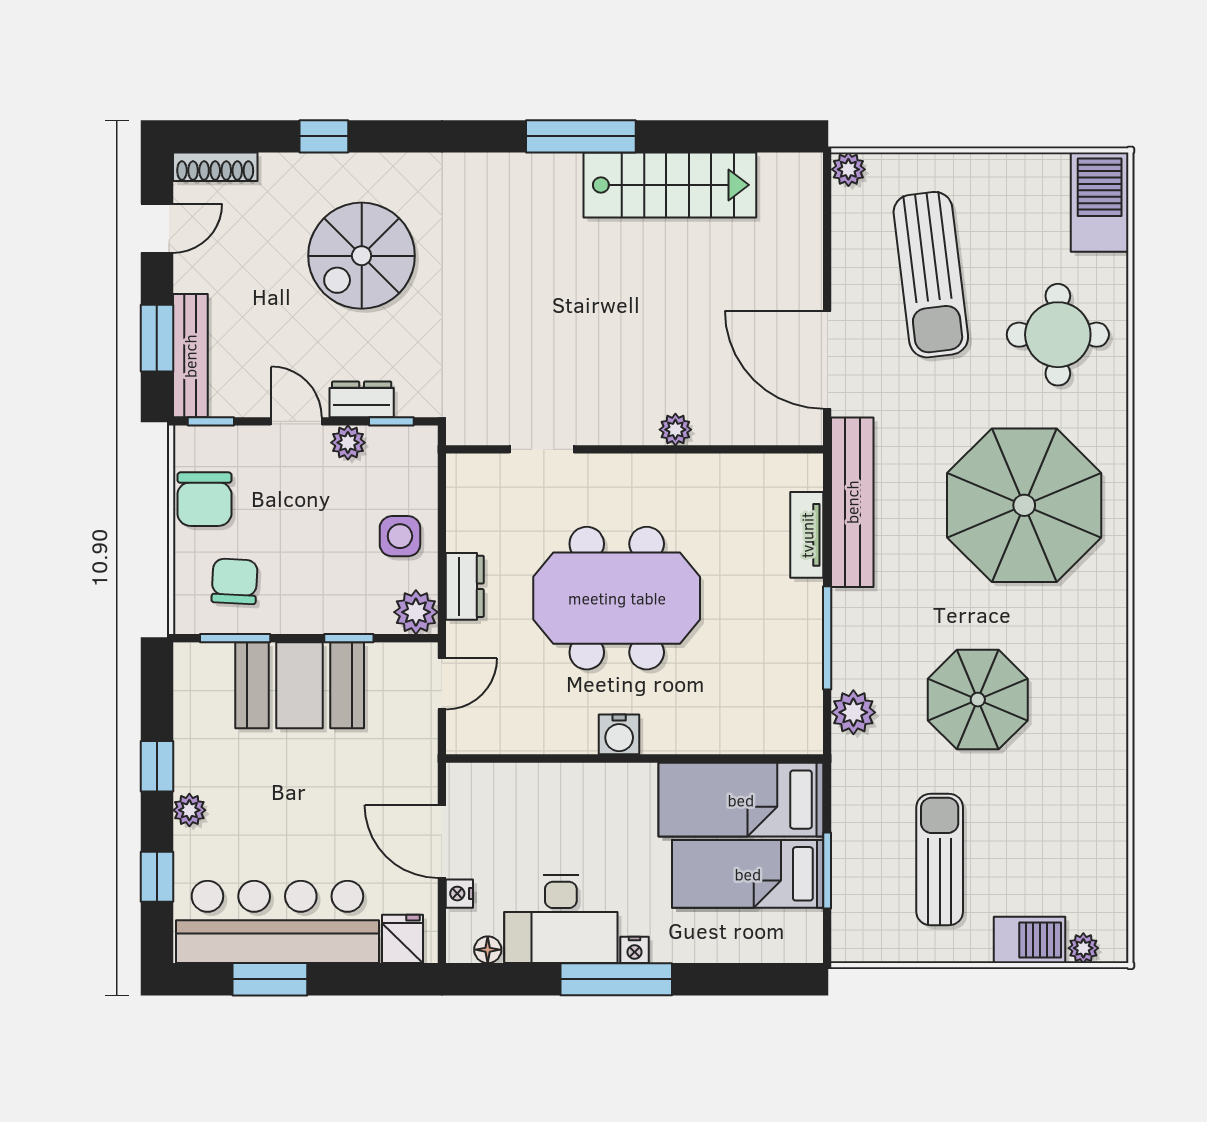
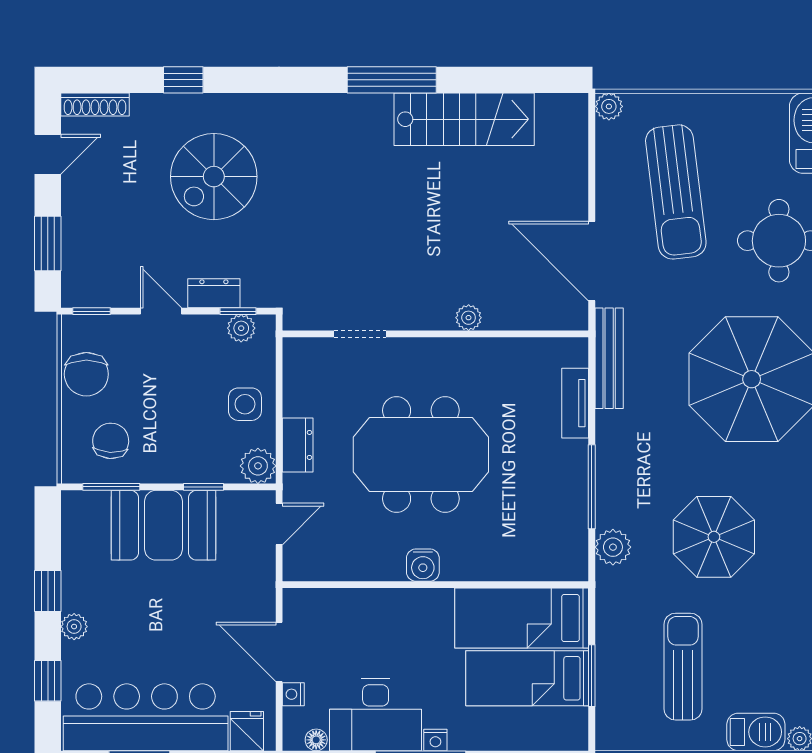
bench: (190, 356) -> (75, 258), removed
plant: (348, 443) -> (241, 328), moved
bench: (852, 502) -> (609, 358), width x0.73, depth x0.82

